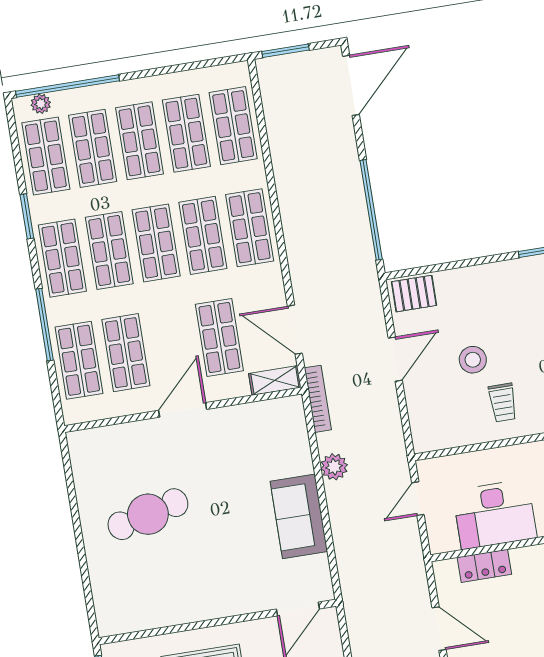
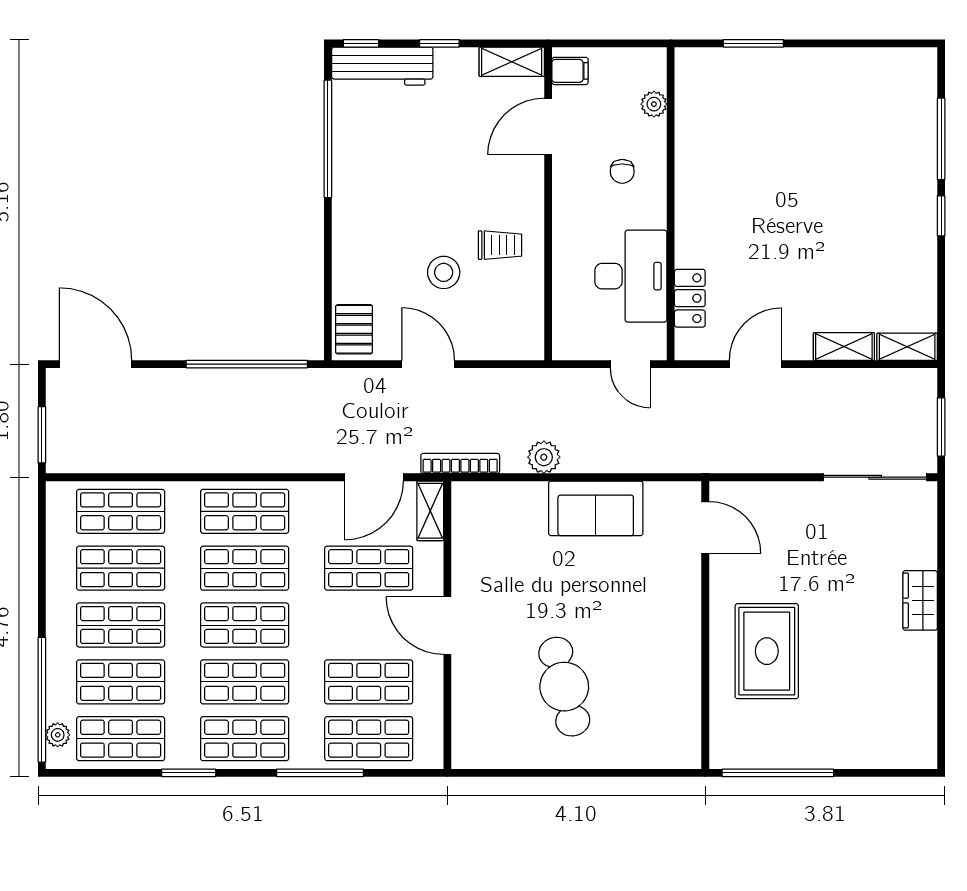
door: (418, 499) -> (630, 364), moved

